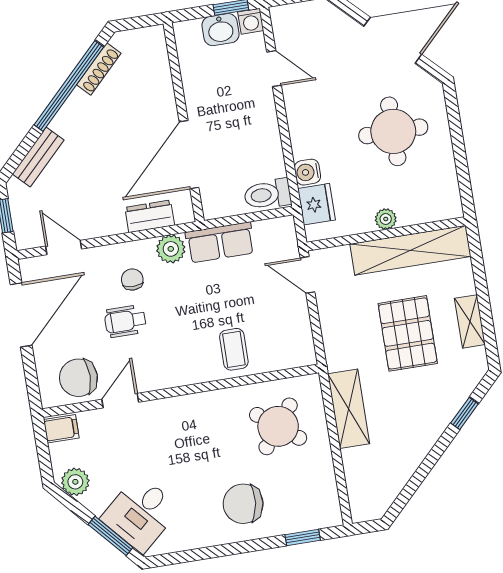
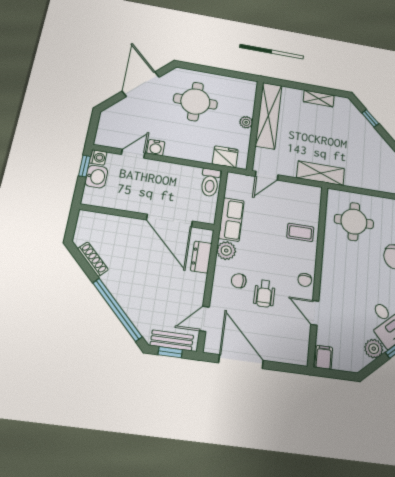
window: (69, 86) -> (117, 310), moved
bench: (38, 157) -> (172, 340), moved, turned -45
water cooler: (307, 172) -> (156, 148), moved
pallet: (408, 333) -> (317, 133), removed
chair: (78, 378) -> (305, 280), moved, width x0.54, depth x0.54
shelving: (349, 409) -> (321, 173), moved
round table: (278, 426) -> (354, 222), turned -38
plant: (75, 482) -> (374, 349), moved

